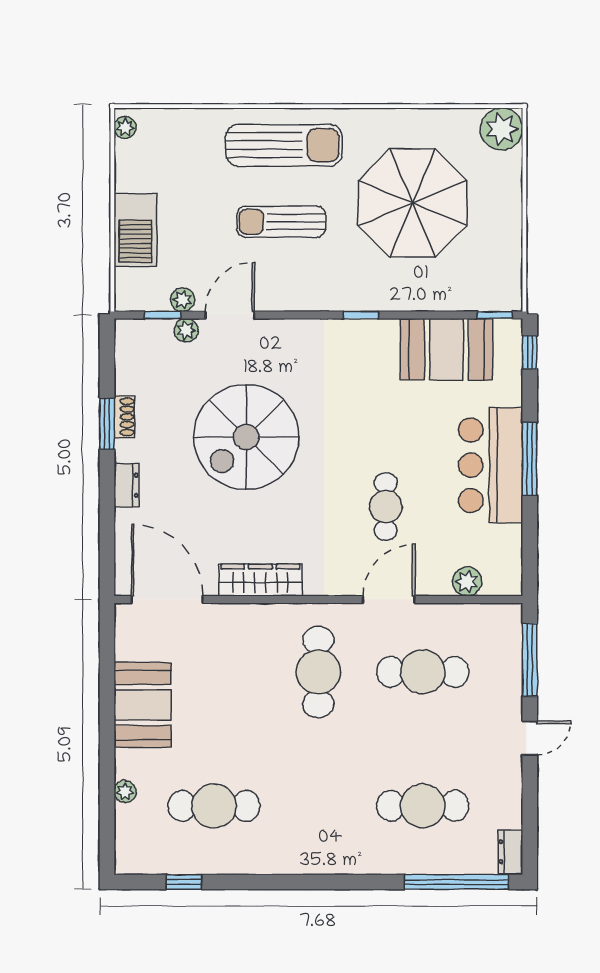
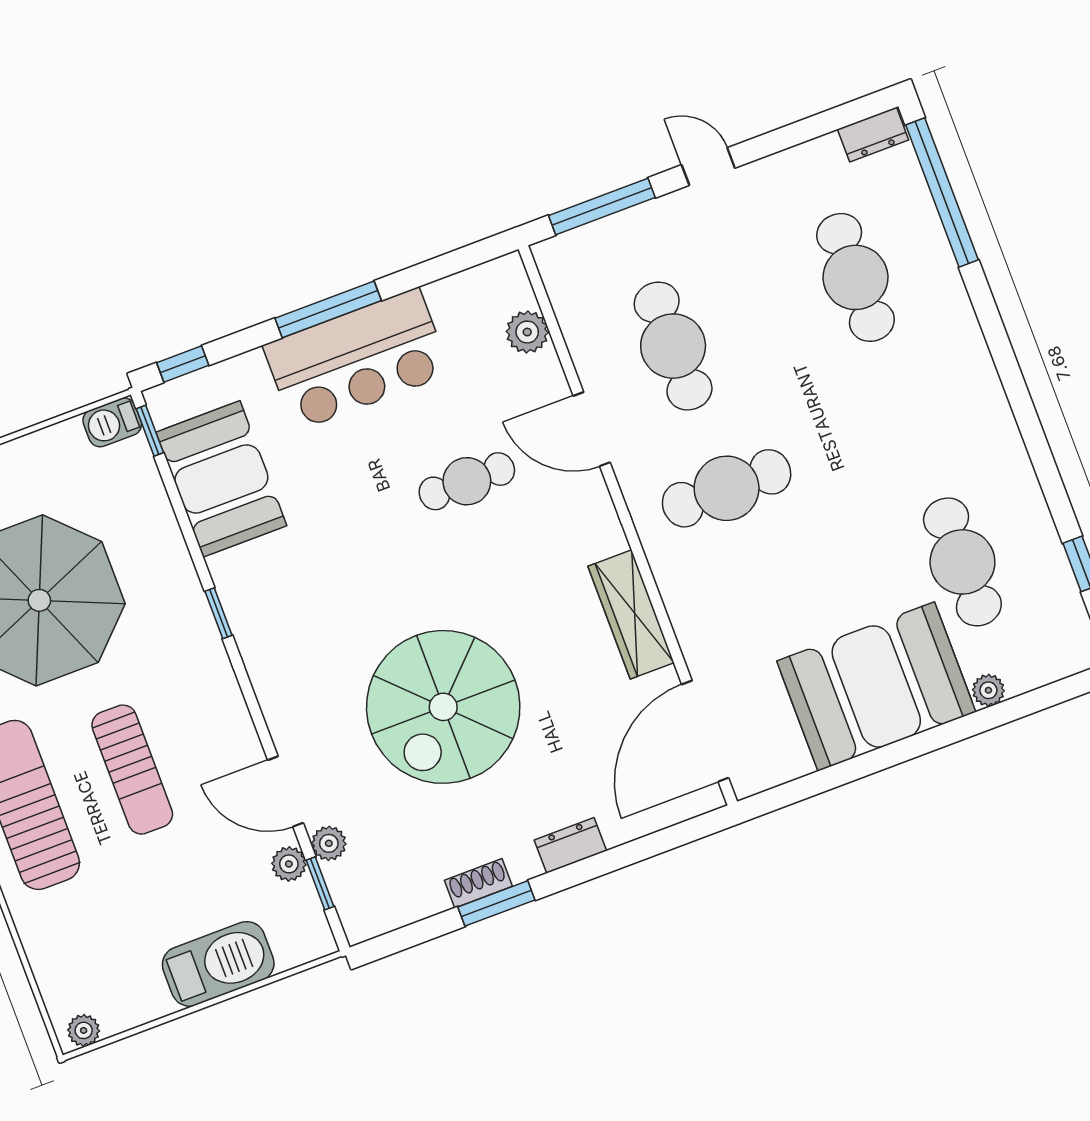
barbecue: (509, 293) -> (112, 422), added
spiral stairs: (246, 437) -> (443, 707), turned 90
booth: (143, 705) -> (876, 686), width x1.36, depth x1.42

